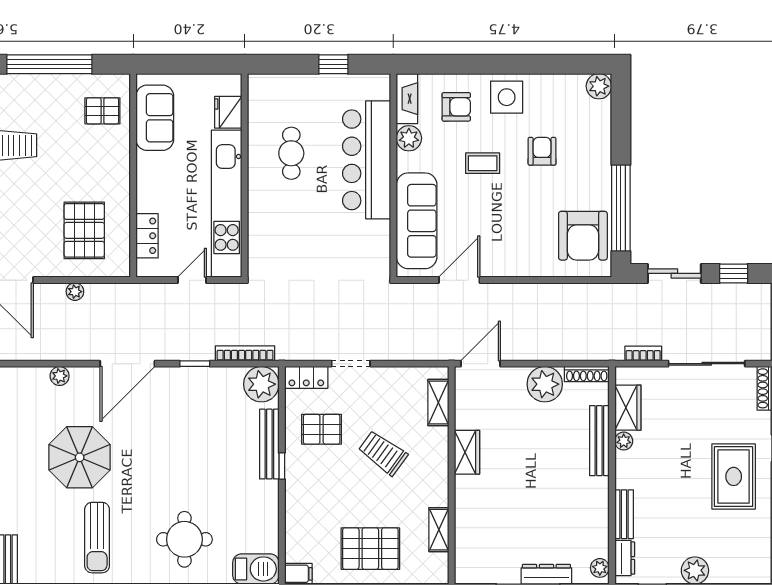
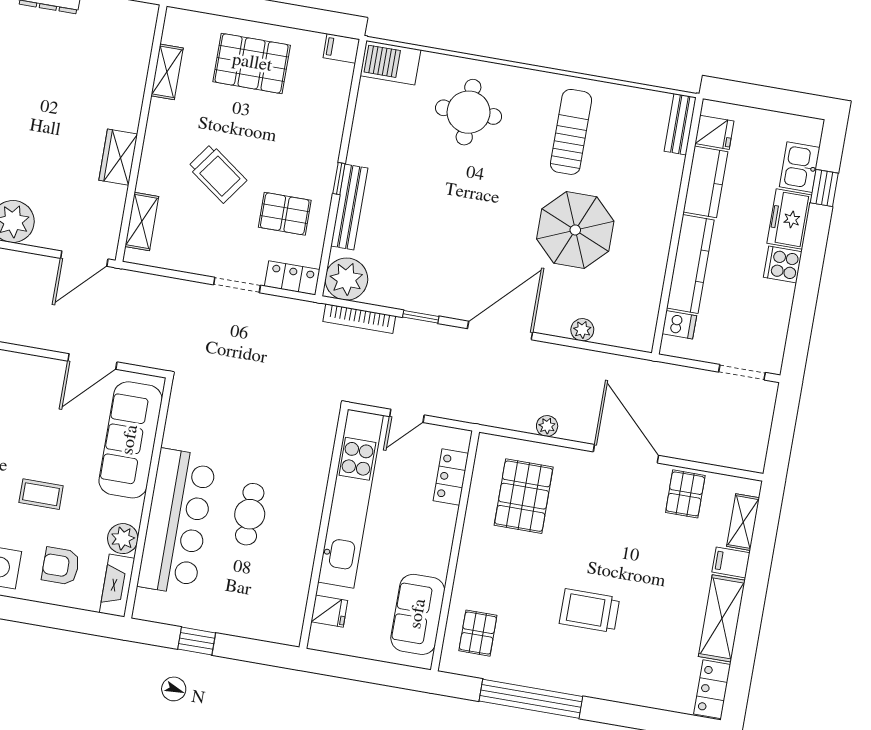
pallet: (102, 111) -> (478, 633), turned 90
fridge: (228, 112) -> (329, 611), width x0.72
cafe table: (291, 153) -> (250, 514), moved

